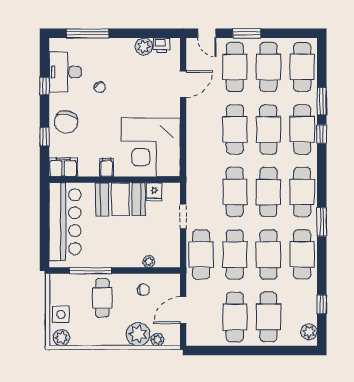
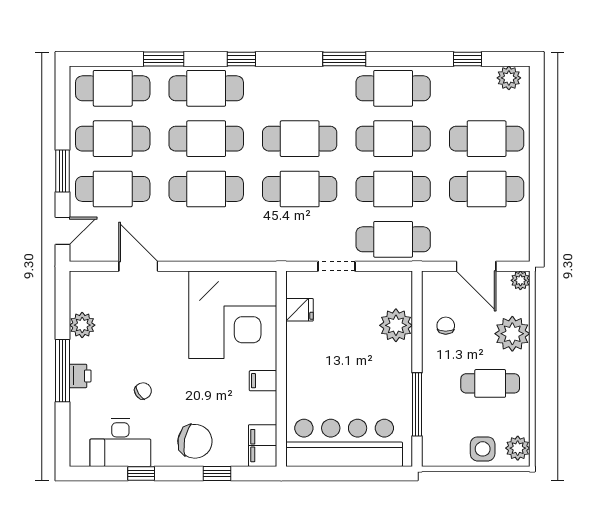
window: (88, 33) -> (63, 371), moved
printer: (162, 45) -> (80, 376), moved
window: (322, 134) -> (241, 59), moved
cafe table: (302, 192) -> (300, 88), removed
booth: (120, 199) -> (311, 360), removed
plant: (149, 262) -> (396, 325), width x1.88, depth x1.88
cafe table: (102, 298) -> (490, 383), moved
plant: (157, 340) -> (520, 280), moved

